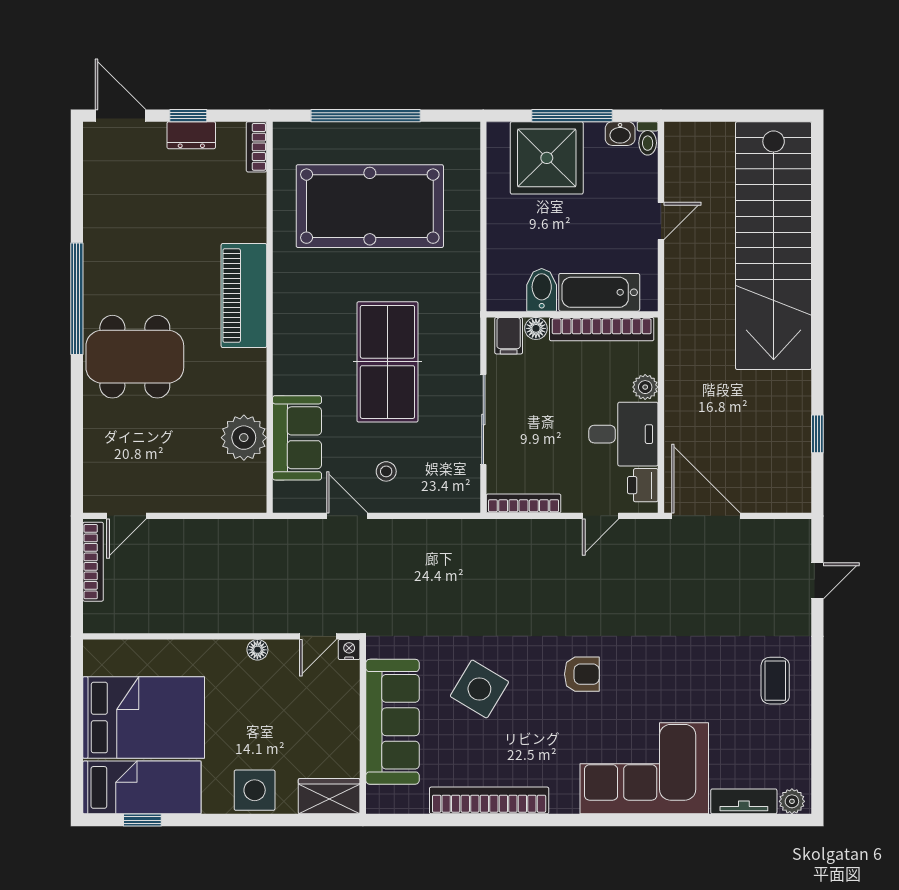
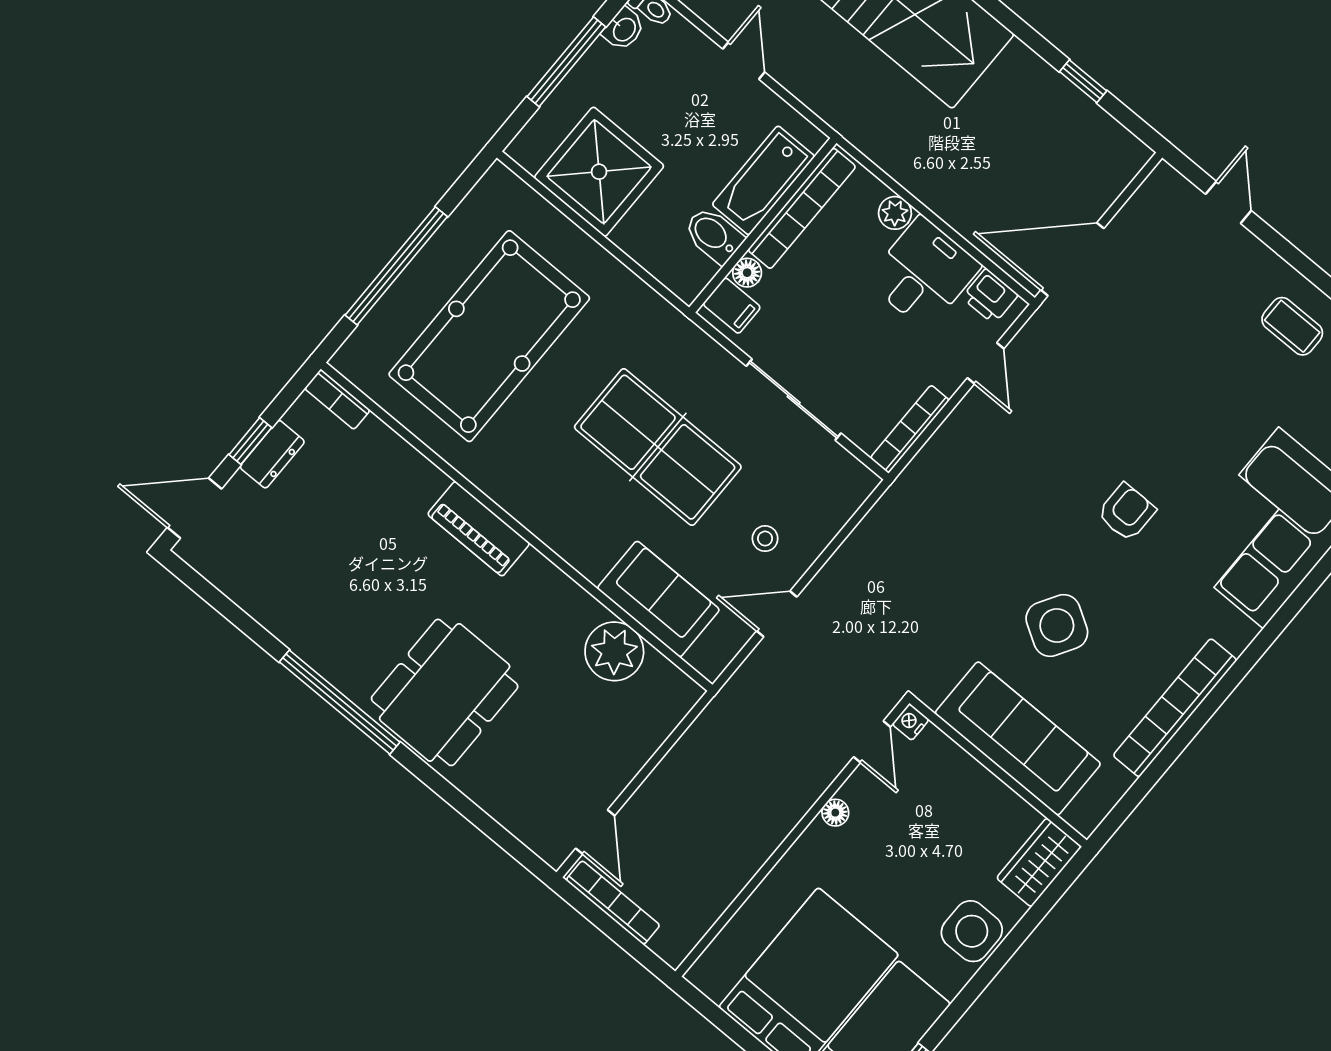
shower: (547, 158) -> (599, 172), moved
piano: (244, 296) -> (479, 529), width x0.73, depth x0.75

